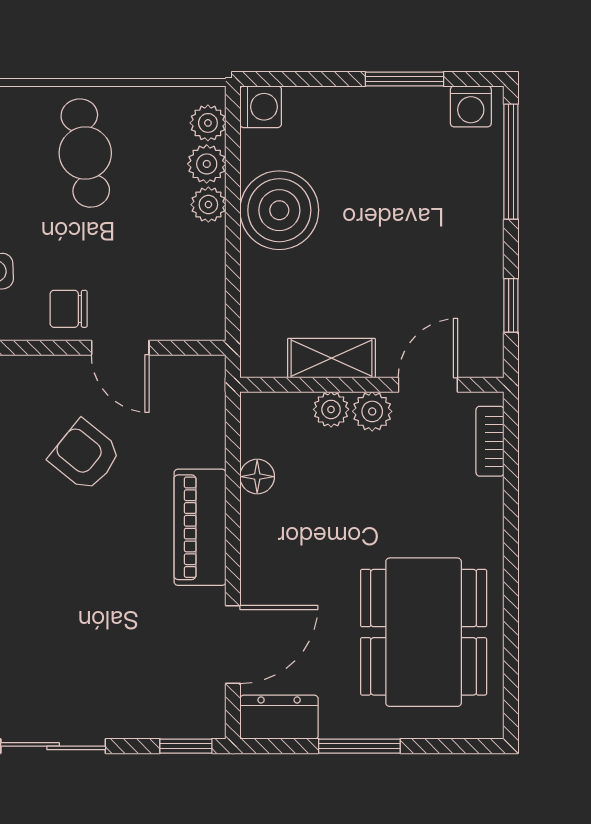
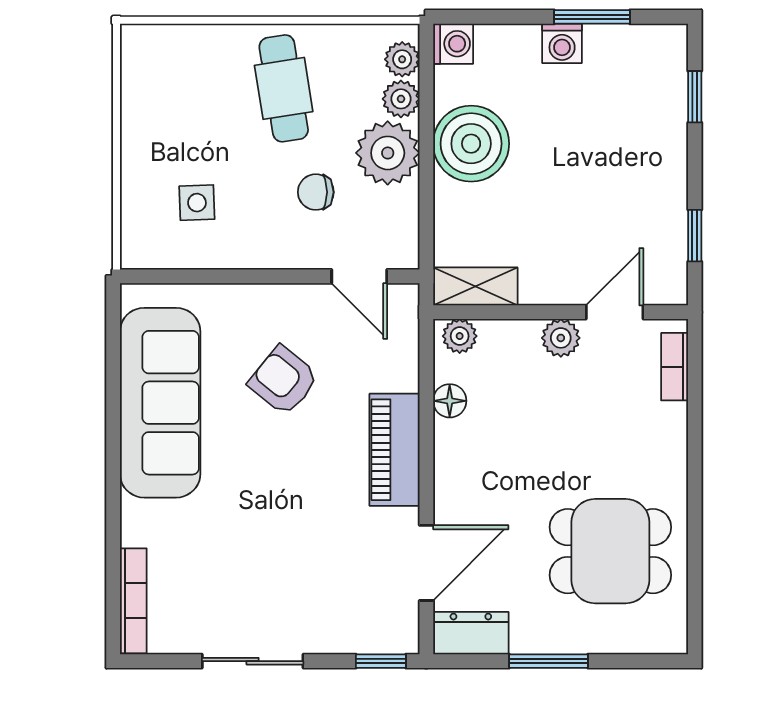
washing machine: (471, 106) -> (562, 43), moved
window: (511, 162) -> (695, 97), width x0.46
plant: (208, 205) -> (388, 153), width x1.88, depth x1.88
chair: (69, 309) -> (316, 192), moved
door: (120, 348) -> (359, 276), moved
shelving: (331, 358) -> (475, 286), moved
plant: (331, 409) -> (460, 336), moved
dining table: (424, 632) -> (610, 551), width x0.73

